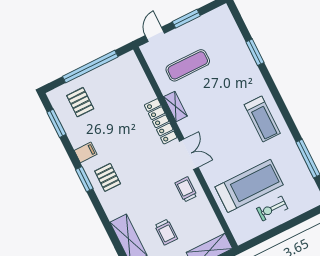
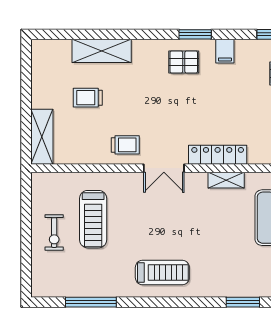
treadmill: (262, 119) -> (162, 272), turned 180
treadmill: (249, 186) -> (93, 219), width x0.73, depth x0.73
exercise bike: (272, 209) -> (54, 233), turned 180

